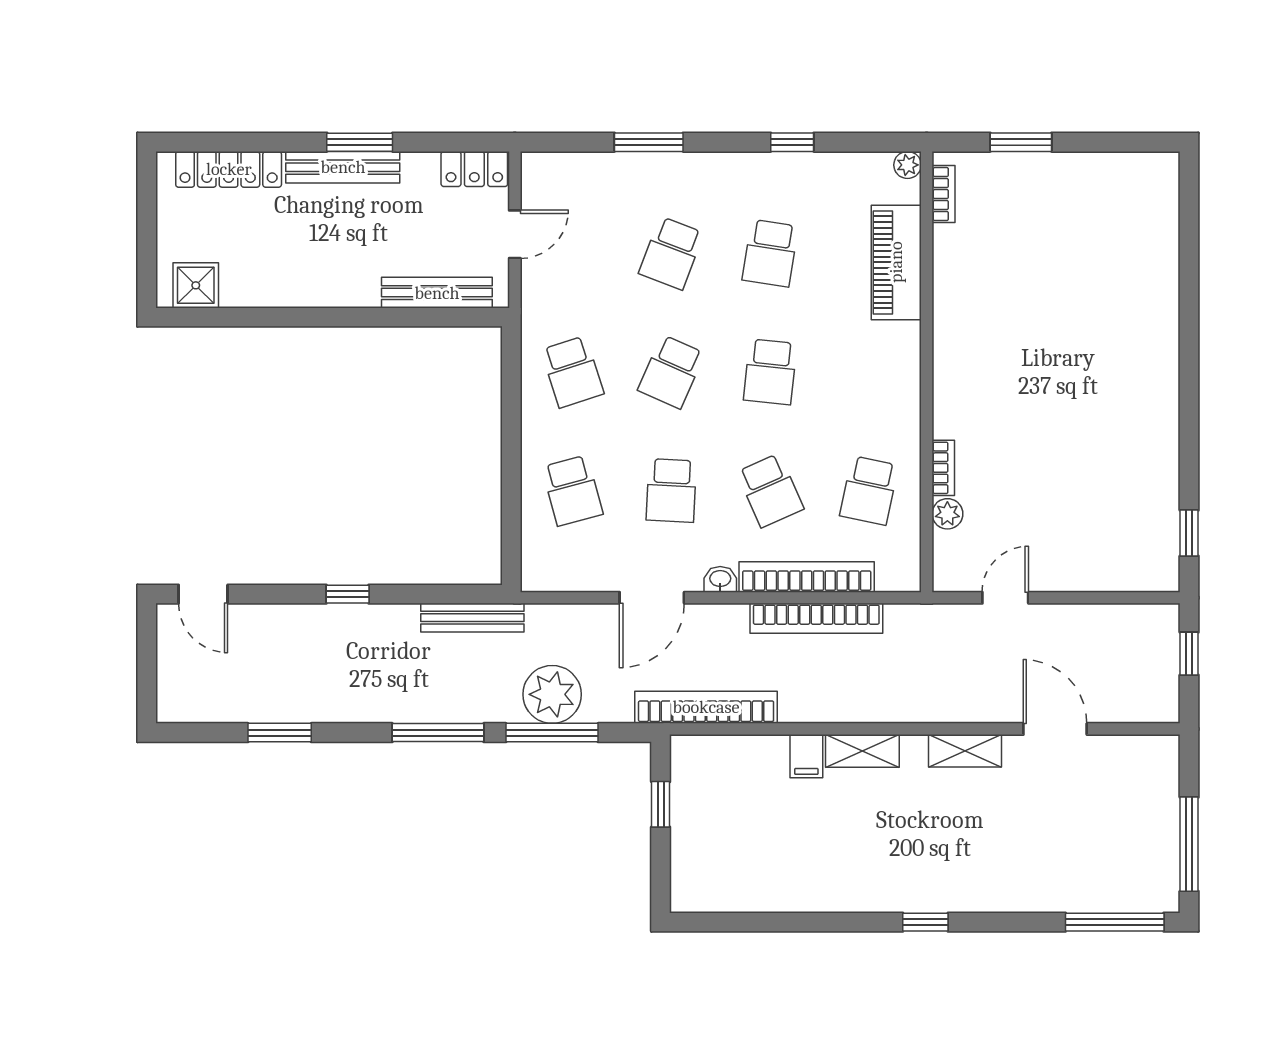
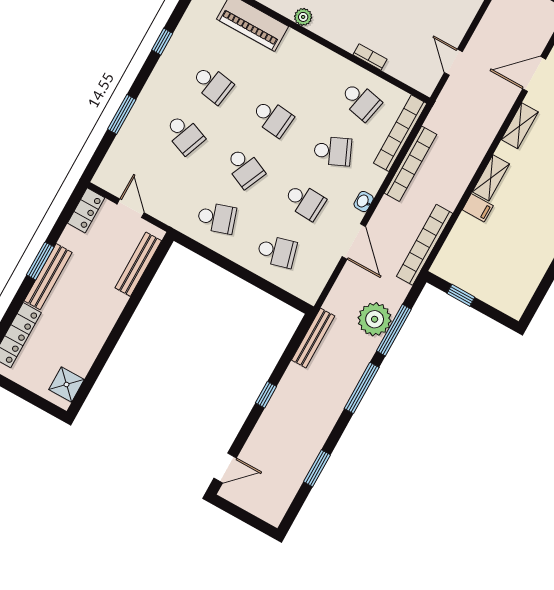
plant: (947, 514) -> (303, 17), moved
bookcase: (807, 577) -> (400, 133), moved

